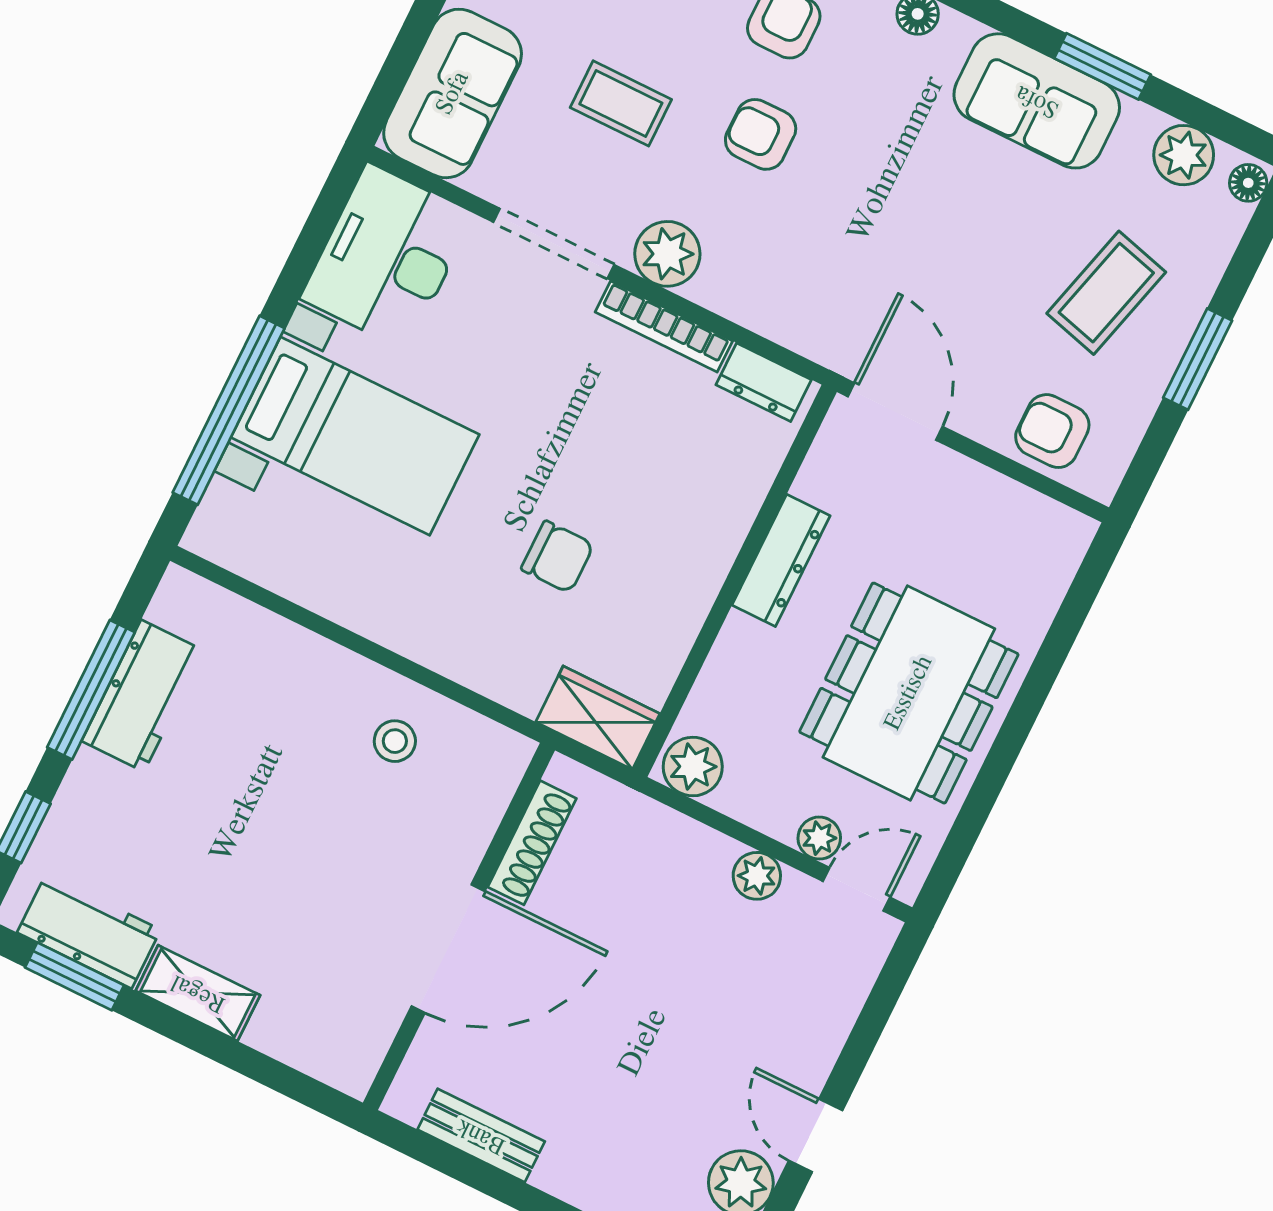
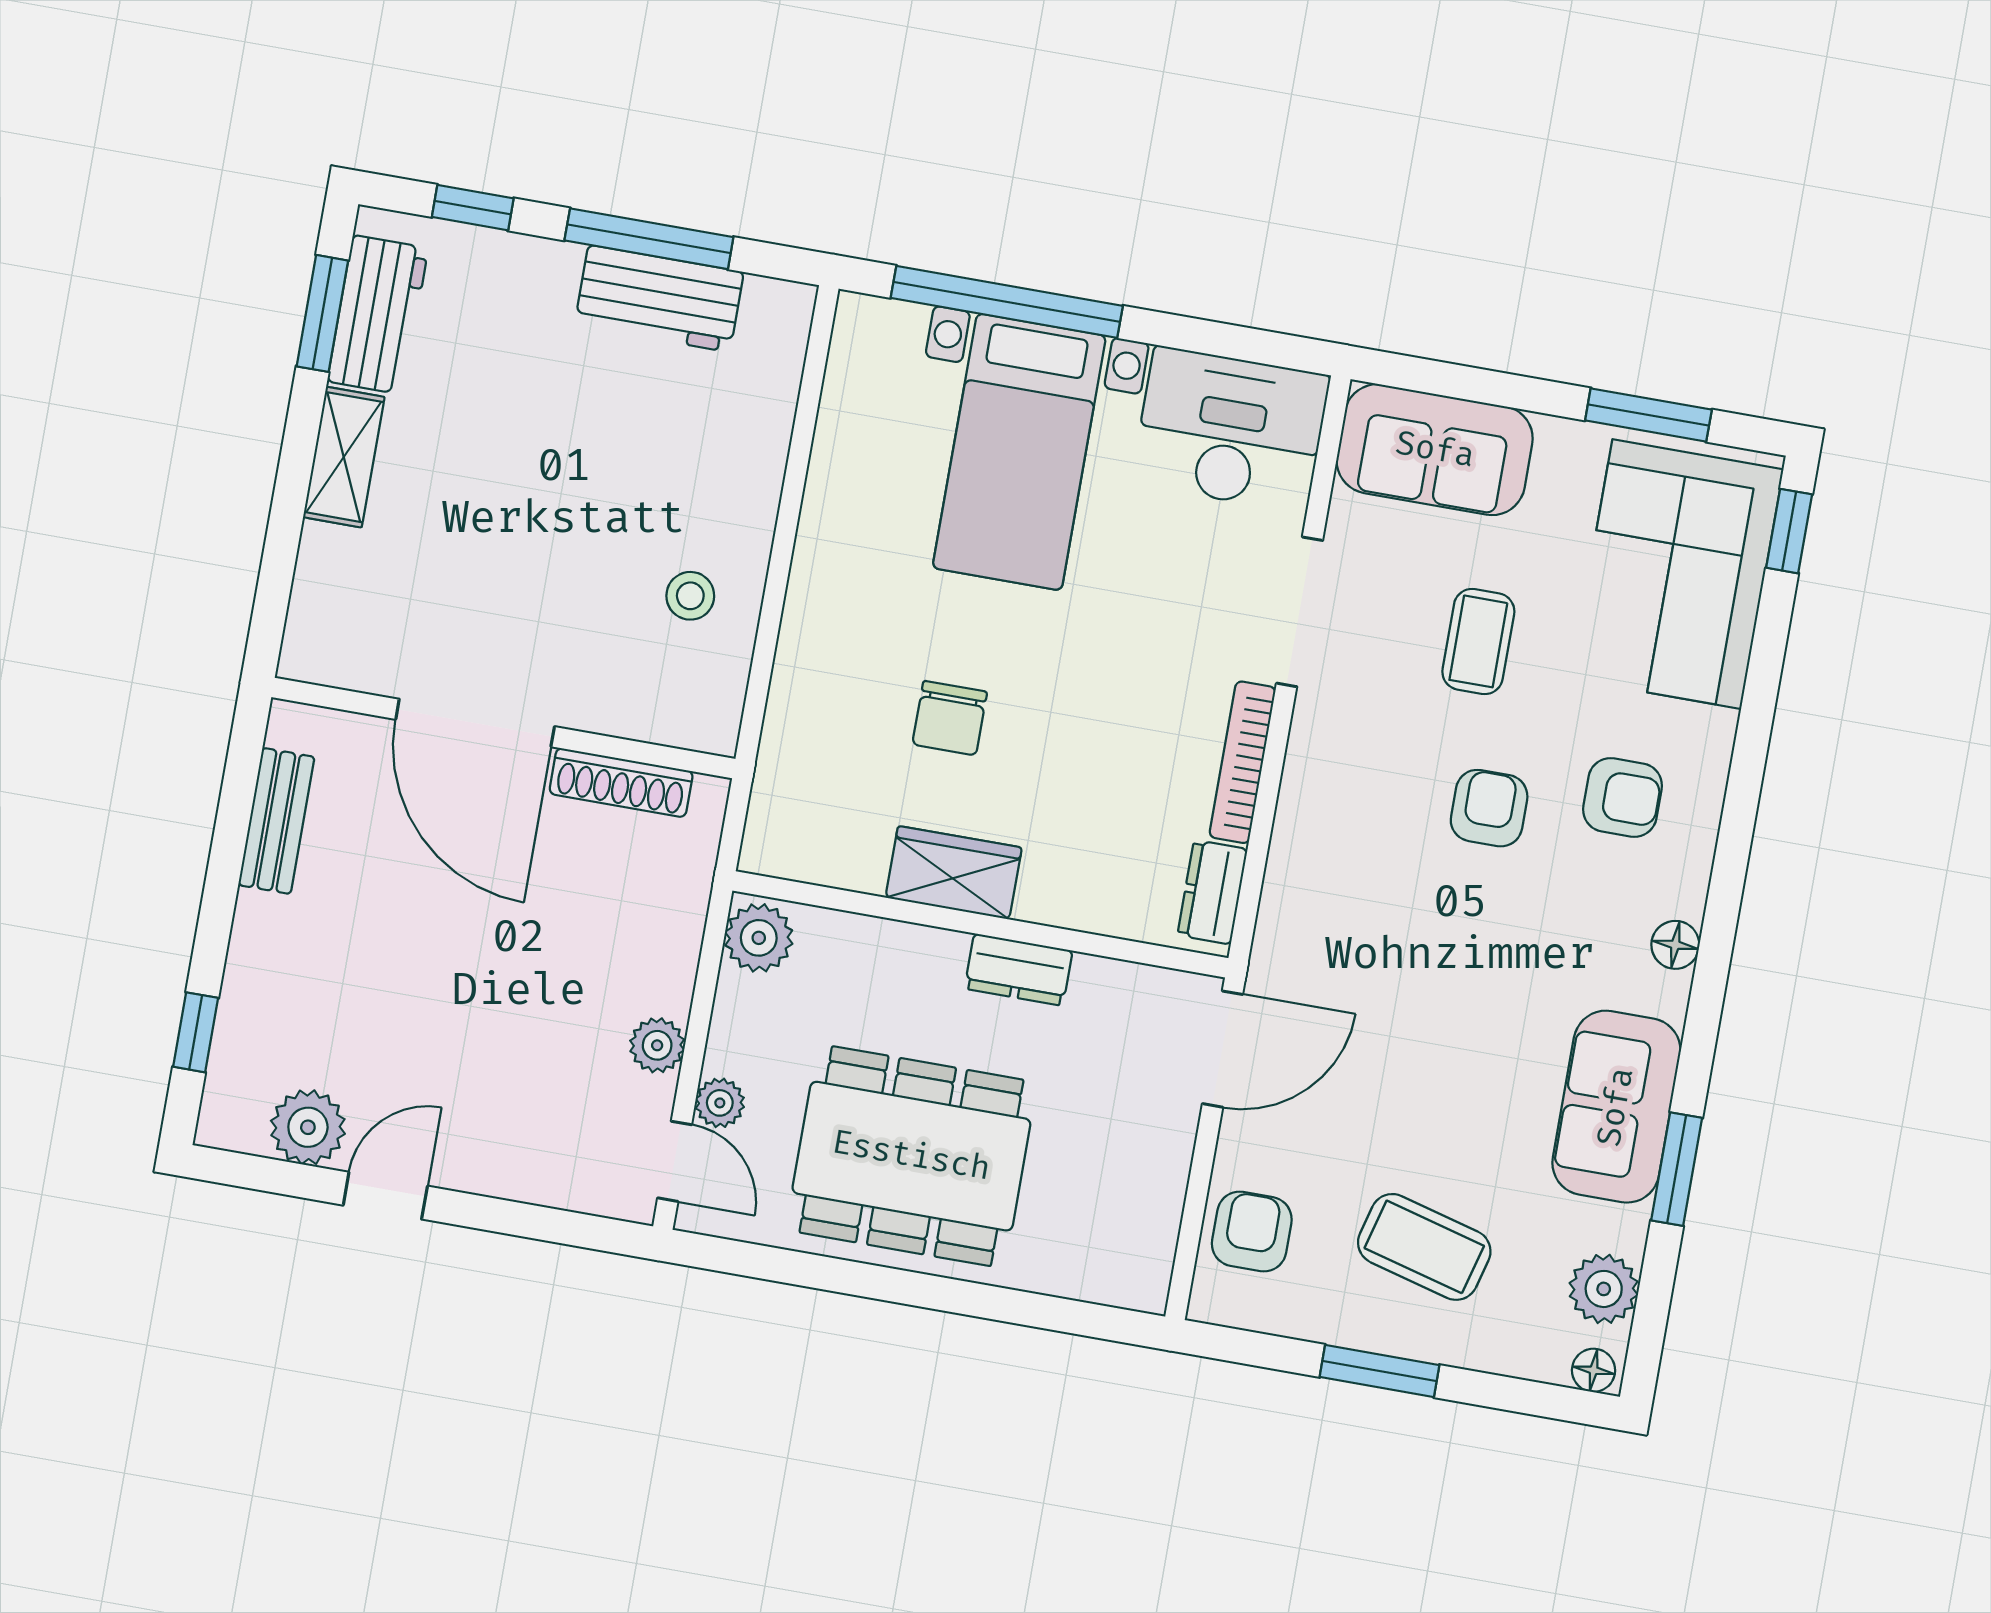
plant: (667, 254) -> (1325, 743), removed
dresser: (781, 560) -> (1019, 970), width x0.70
wardrobe: (598, 718) -> (954, 873), moved, turned -90

